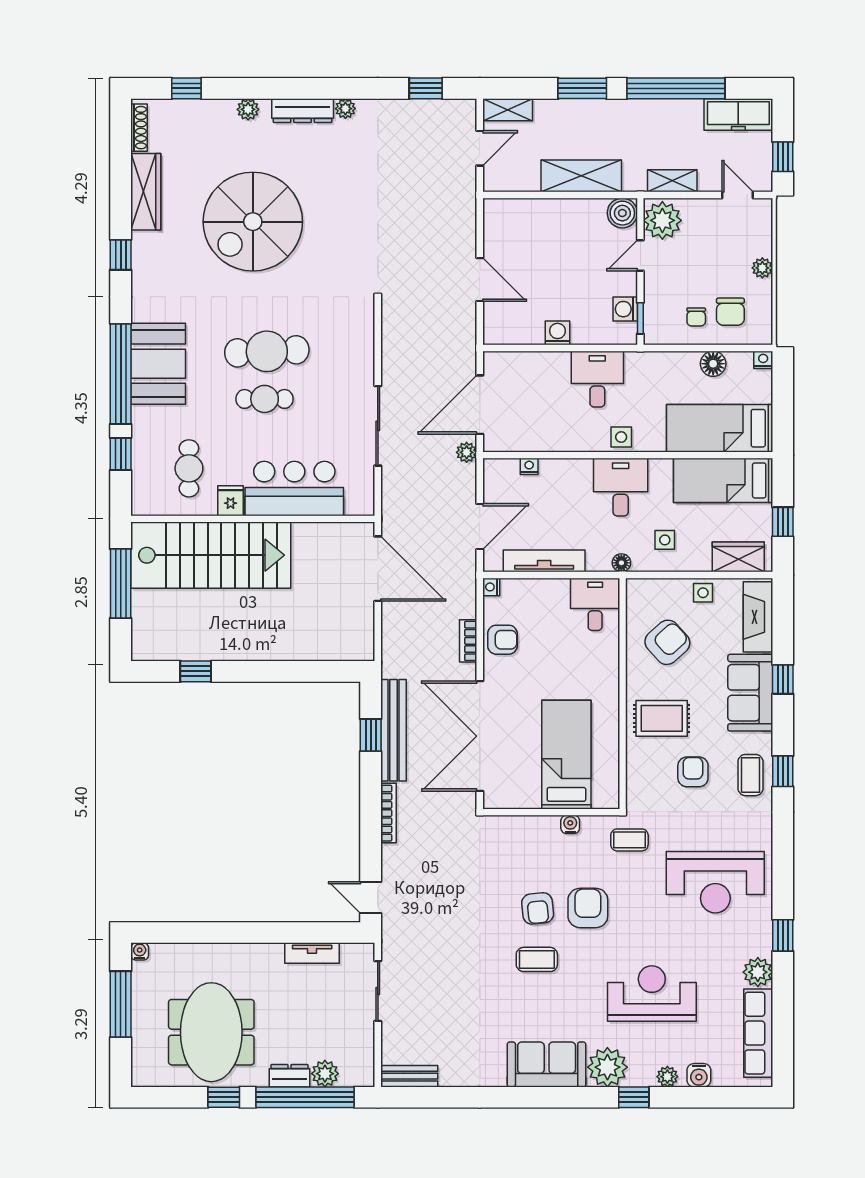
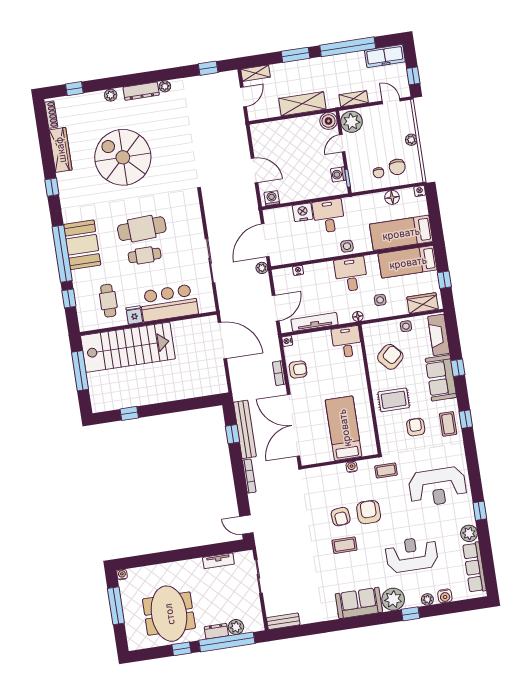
spiral stairs: (253, 222) -> (123, 157), turned 90
washing machine: (557, 333) -> (272, 198), moved
nightstand: (553, 366) -> (303, 212), added

